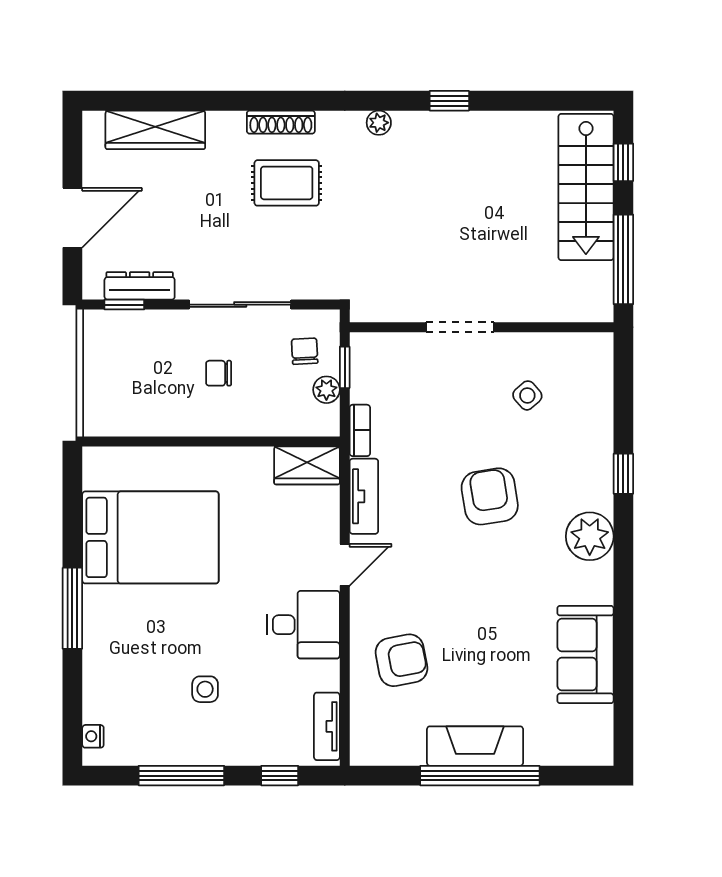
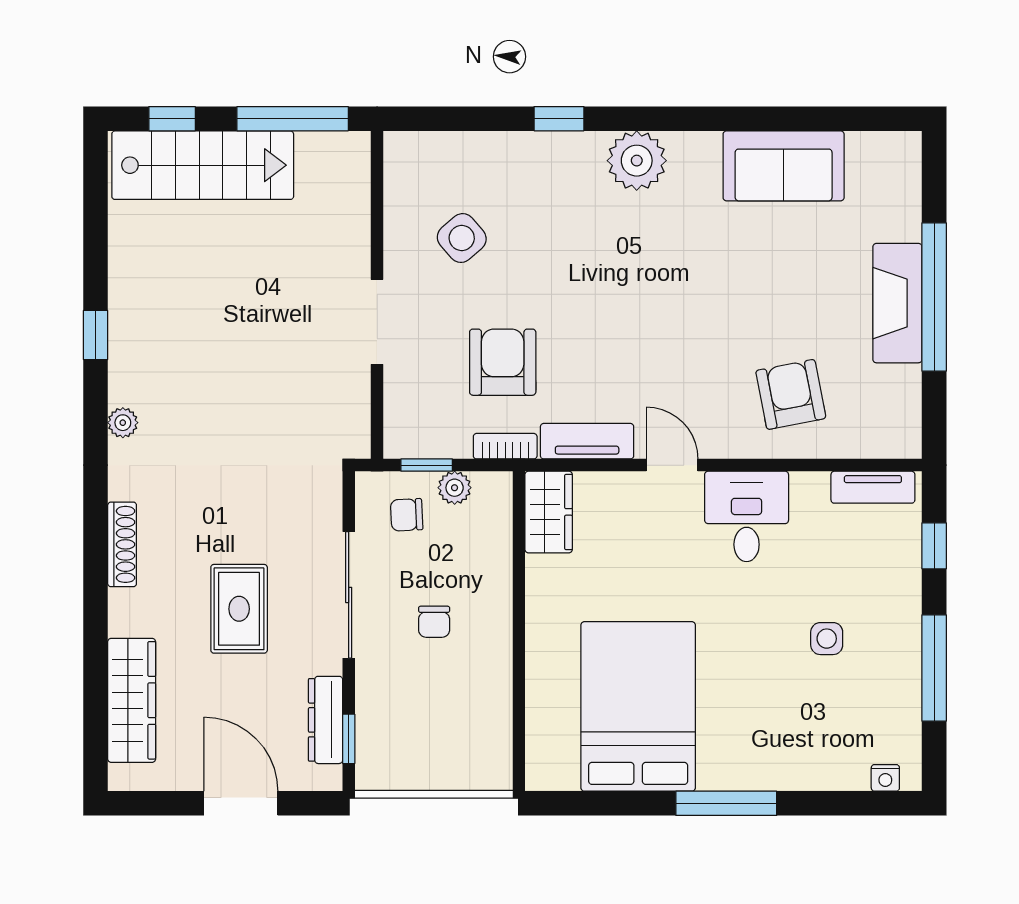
rug: (287, 183) -> (239, 609), moved
side table: (527, 395) -> (462, 238), width x1.37, depth x1.37
armchair: (490, 496) -> (503, 362), moved, turned 99

